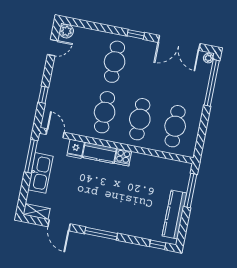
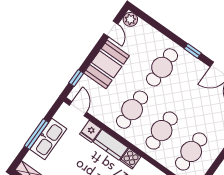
door: (53, 48) -> (111, 29), hinge flipped
booth: (63, 82) -> (107, 64), added
window: (43, 95) -> (76, 78), moved
window: (31, 156) -> (36, 134), moved

